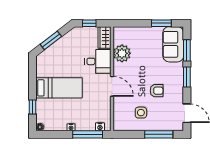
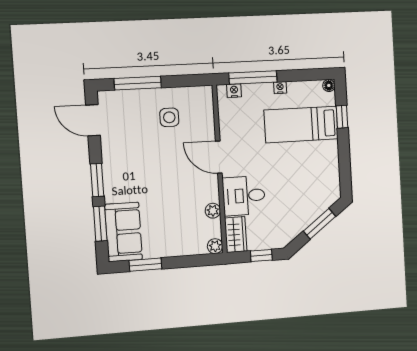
plant: (118, 31) -> (215, 246), added
plant: (122, 53) -> (213, 211), width x0.53, depth x0.53
bed: (59, 88) -> (301, 125), moved
armchair: (157, 91) -> (146, 155), removed

